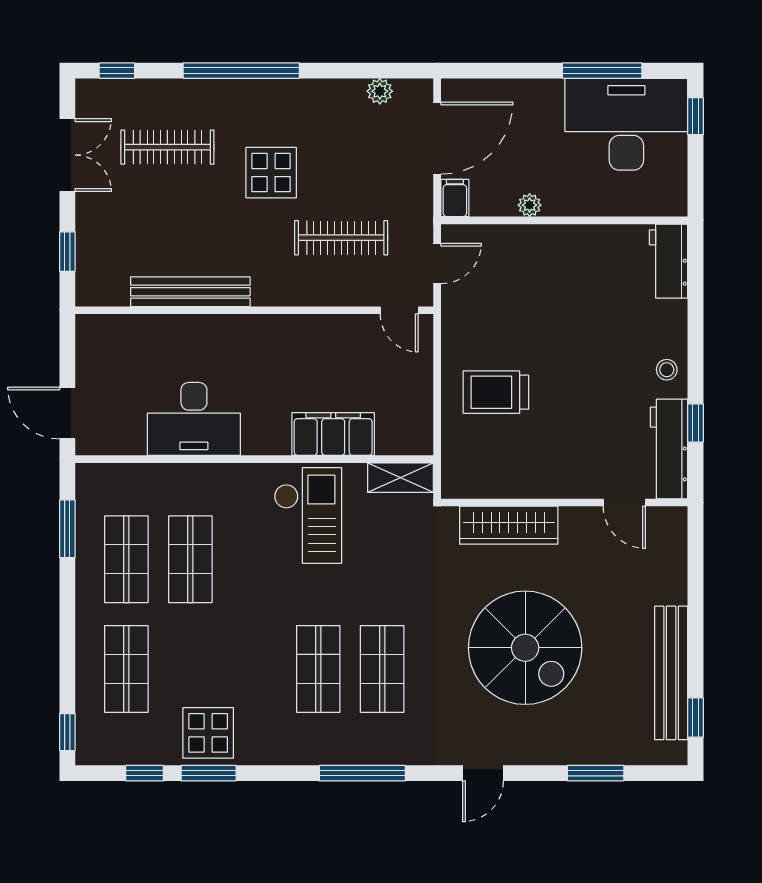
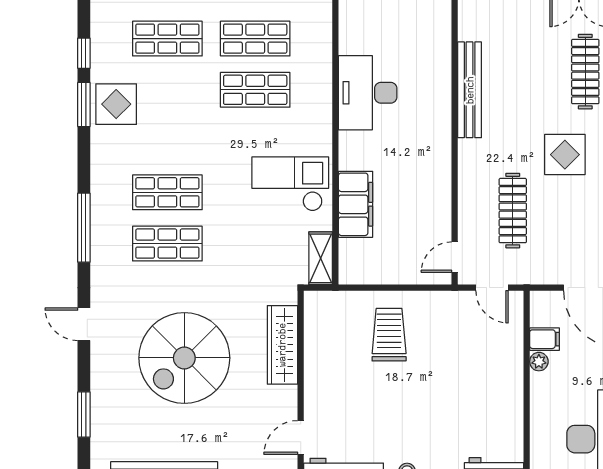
filing cabinet: (455, 198) -> (545, 339), moved
checkout: (308, 516) -> (290, 184), turned 180

